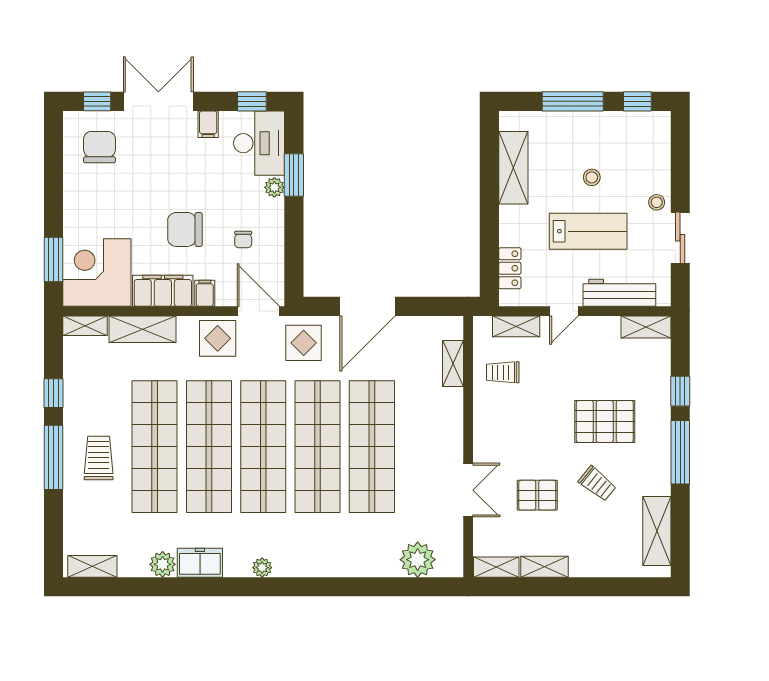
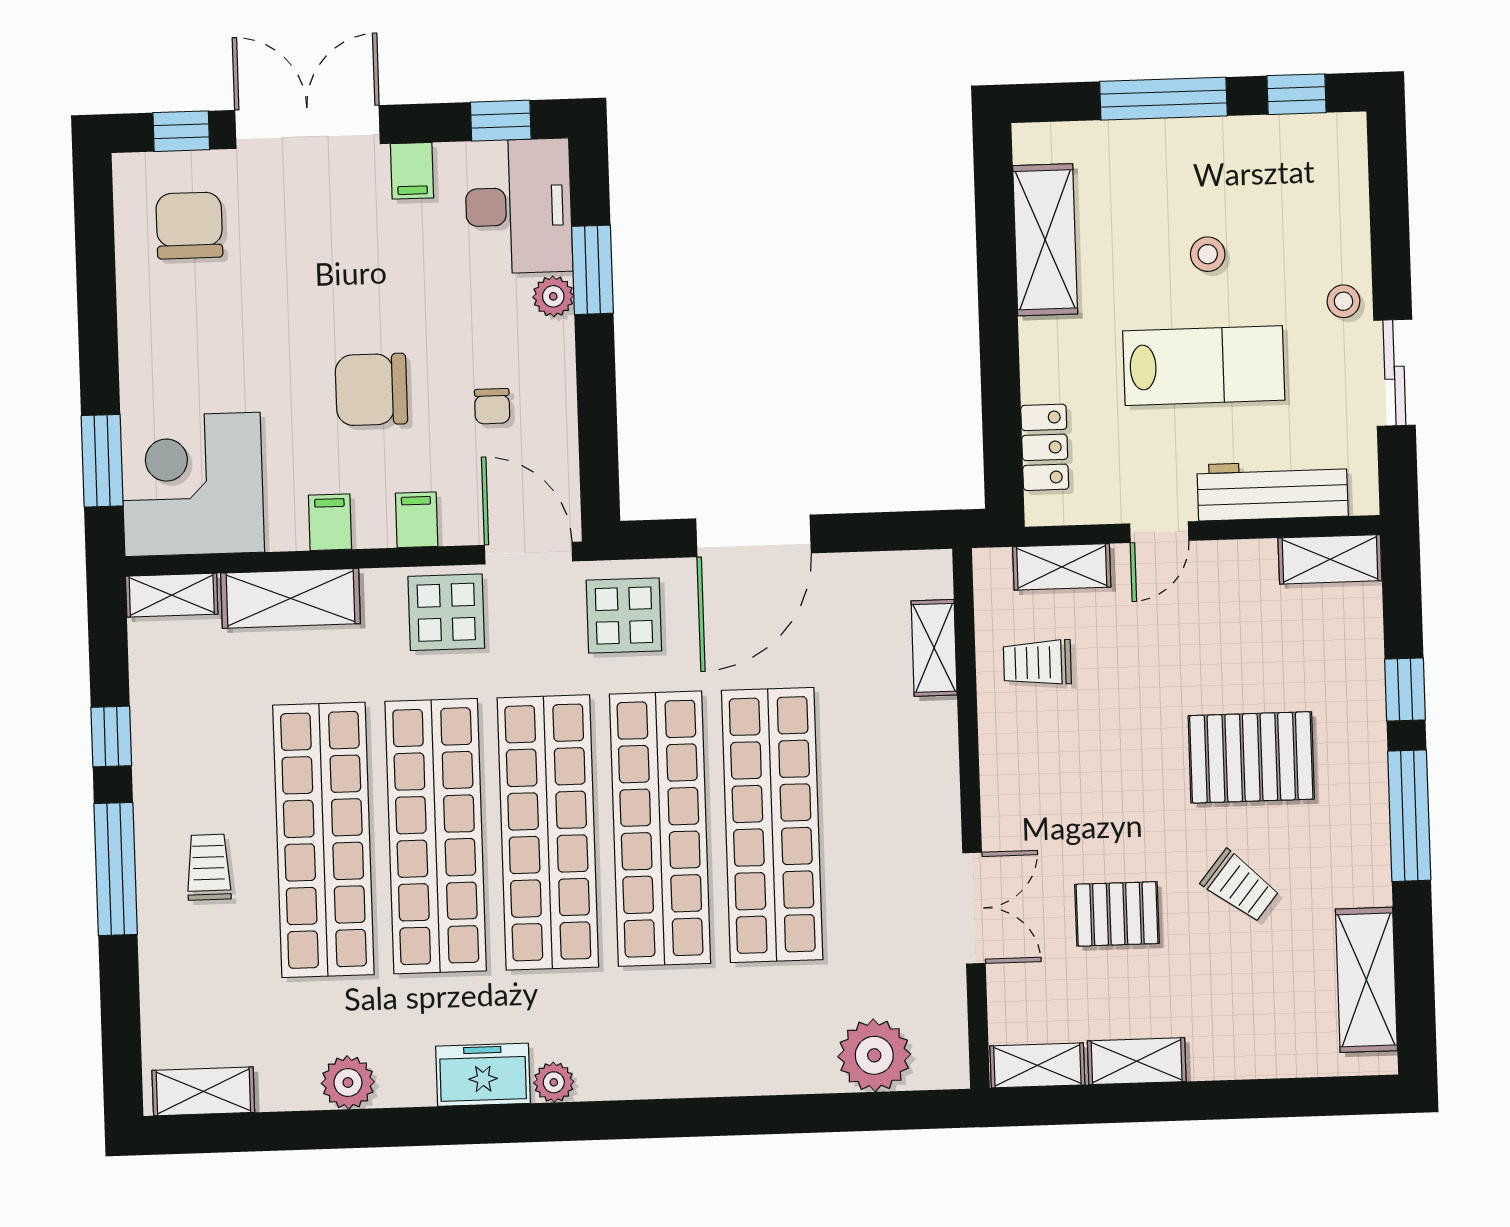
filing cabinet: (163, 291) -> (330, 522), width x0.33, depth x0.86
trolley: (99, 458) -> (209, 867), width x0.73, depth x0.72
freezer: (200, 563) -> (483, 1075), moved

